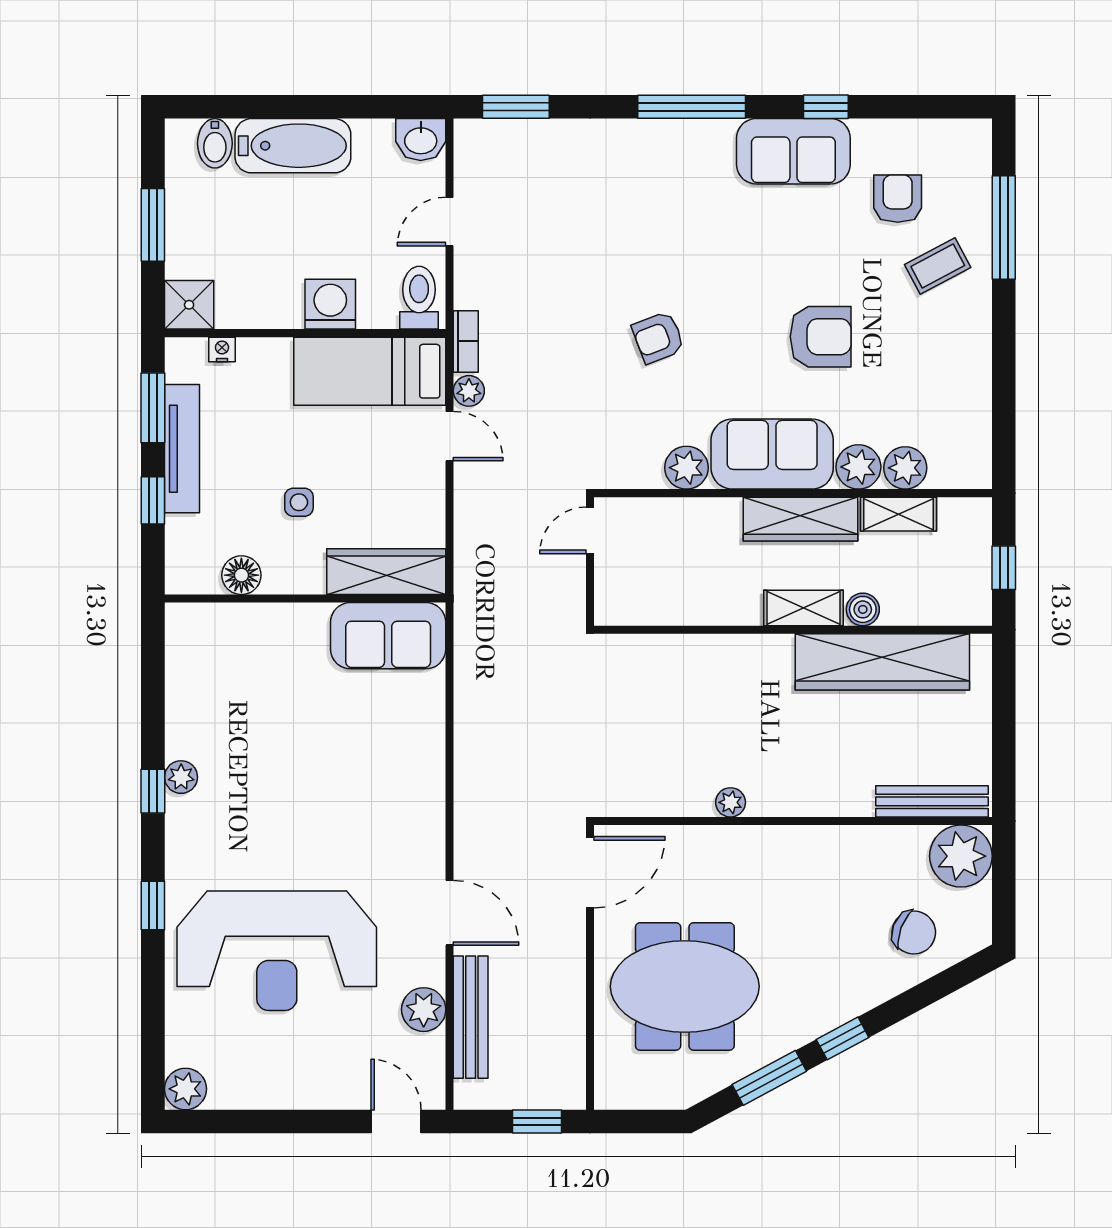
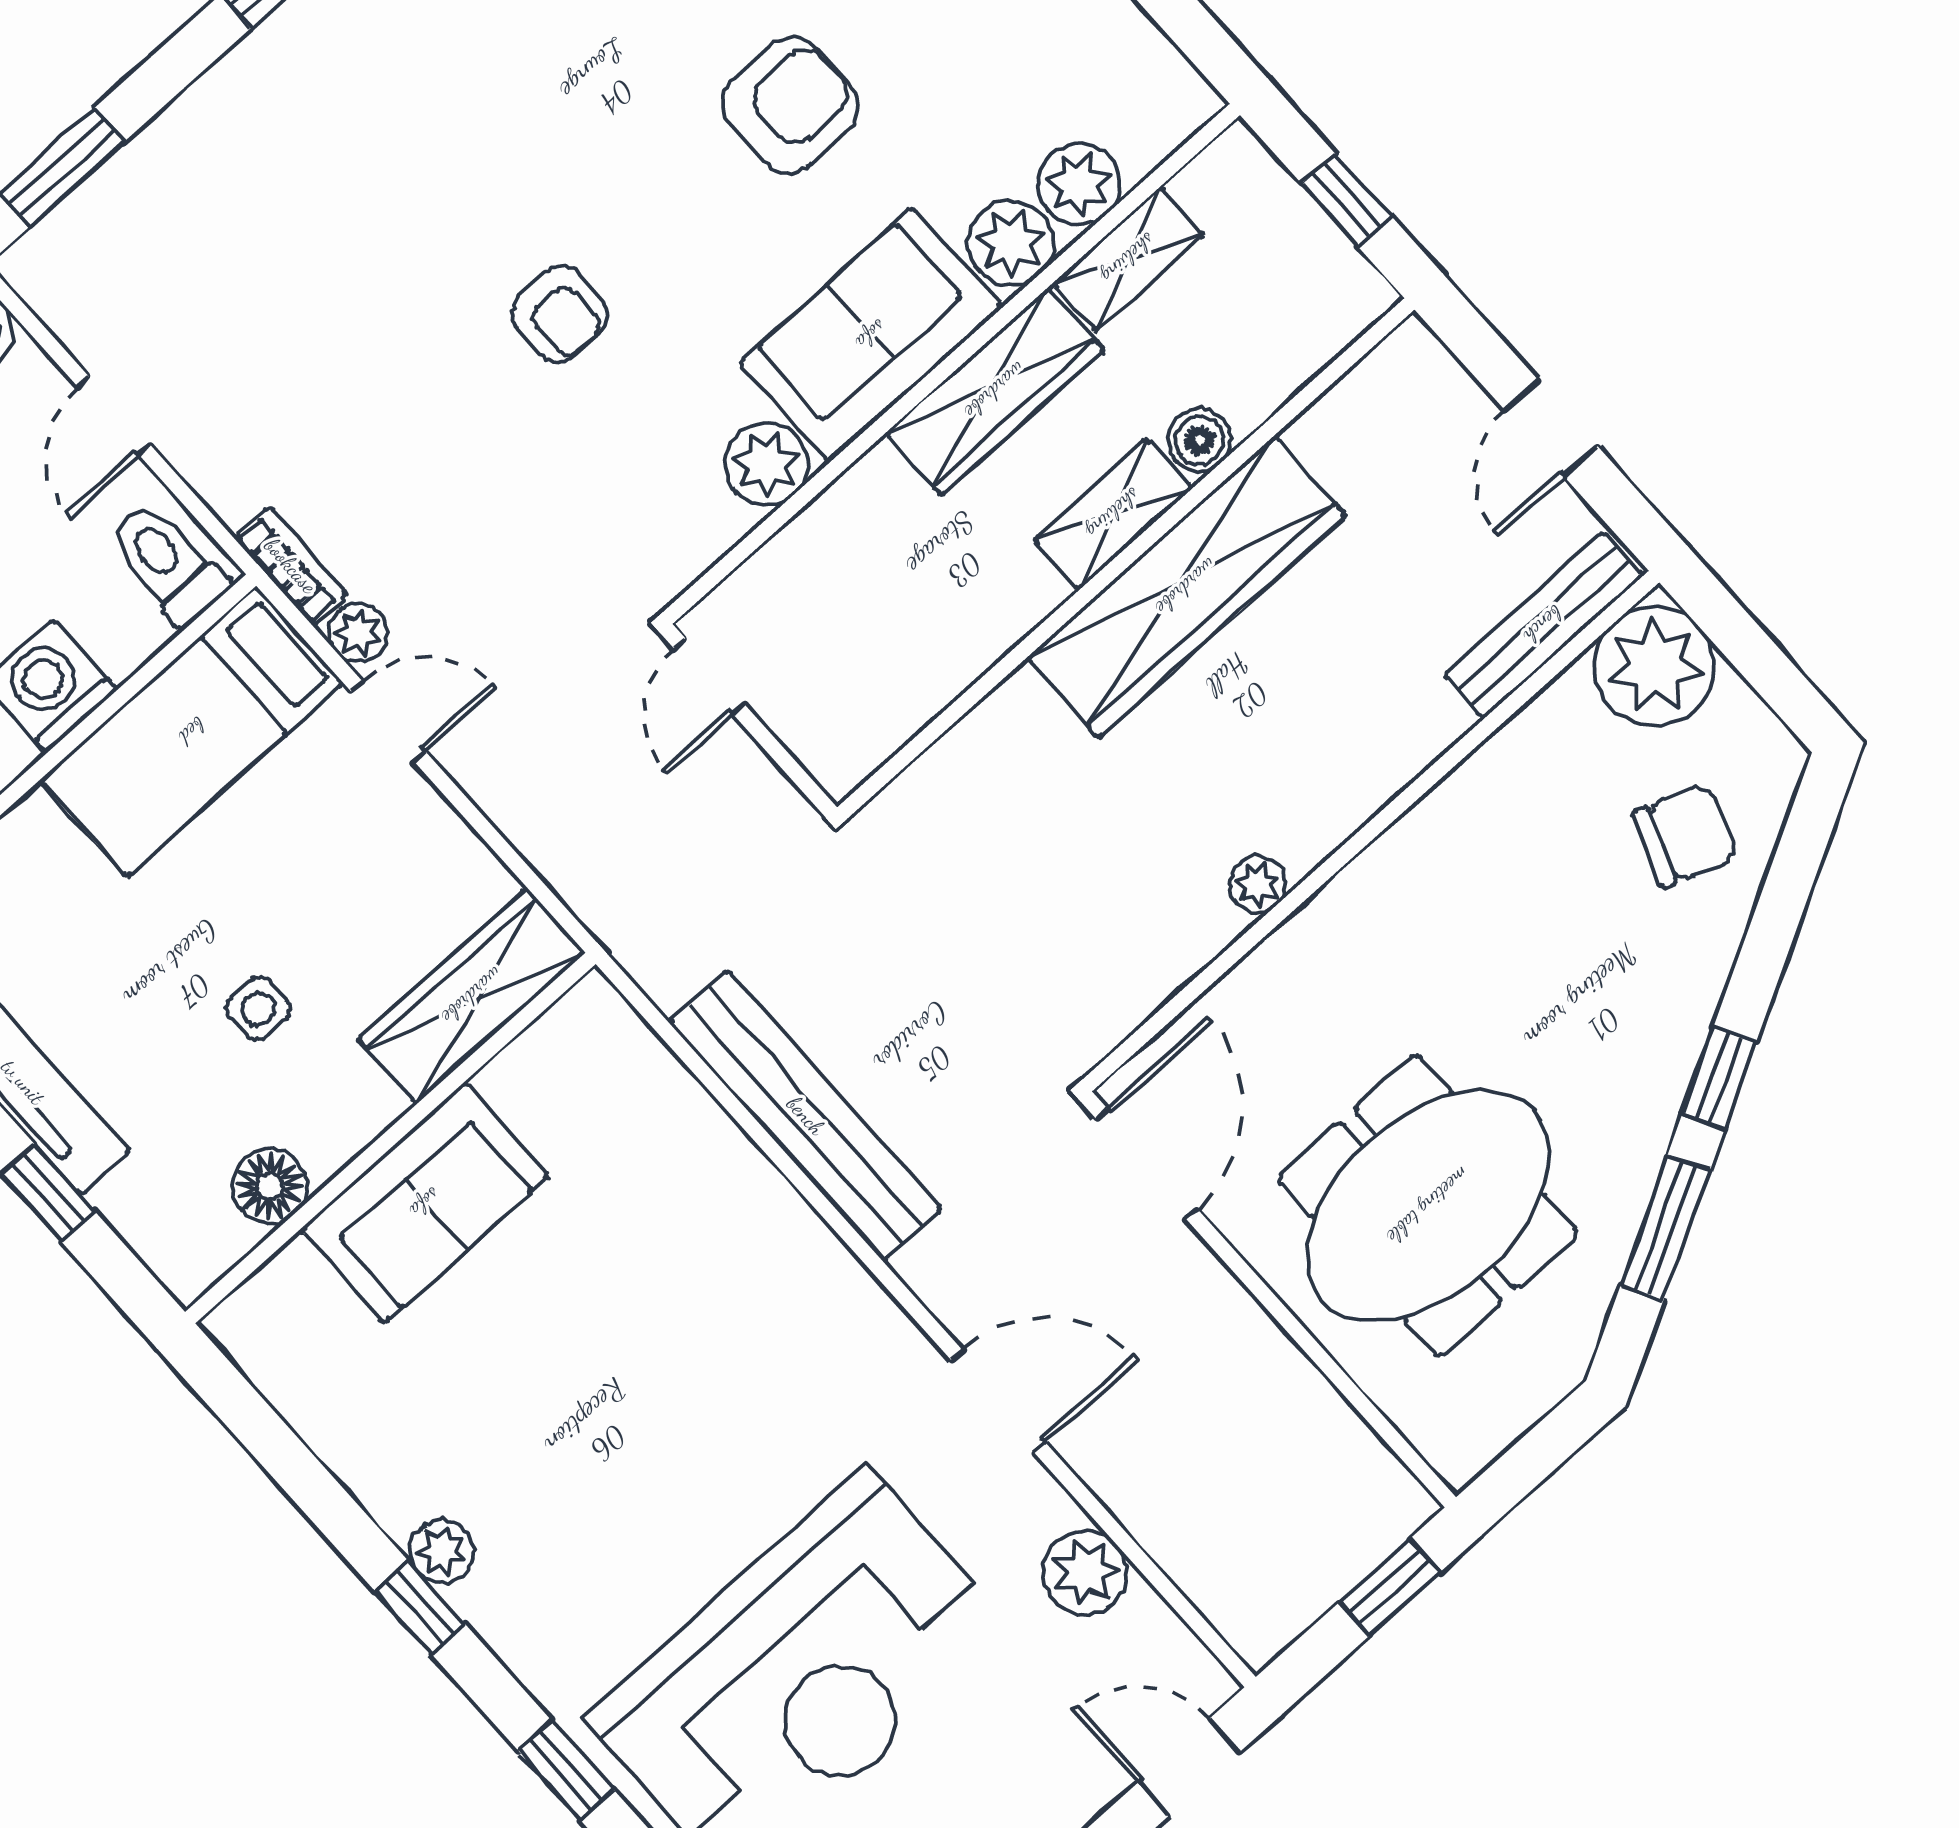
armchair: (658, 337) -> (560, 314), turned -69
sofa: (388, 636) -> (425, 1203), moved
wardrobe: (882, 662) -> (1186, 587), moved
door: (1004, 727) -> (1551, 428), added
bench: (471, 1017) -> (806, 1116), moved, width x1.37, depth x1.21

